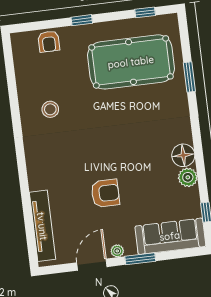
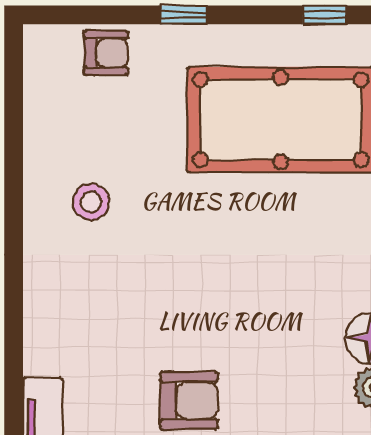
armchair: (49, 42) -> (106, 53), turned -90

